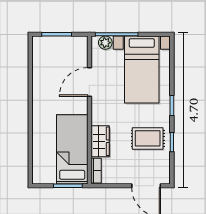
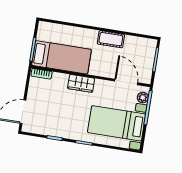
door: (89, 82) -> (126, 82), moved
cot: (40, 93) -> (111, 39), added
rug: (148, 138) -> (61, 119), removed
wardrobe: (100, 141) -> (81, 83), moved

